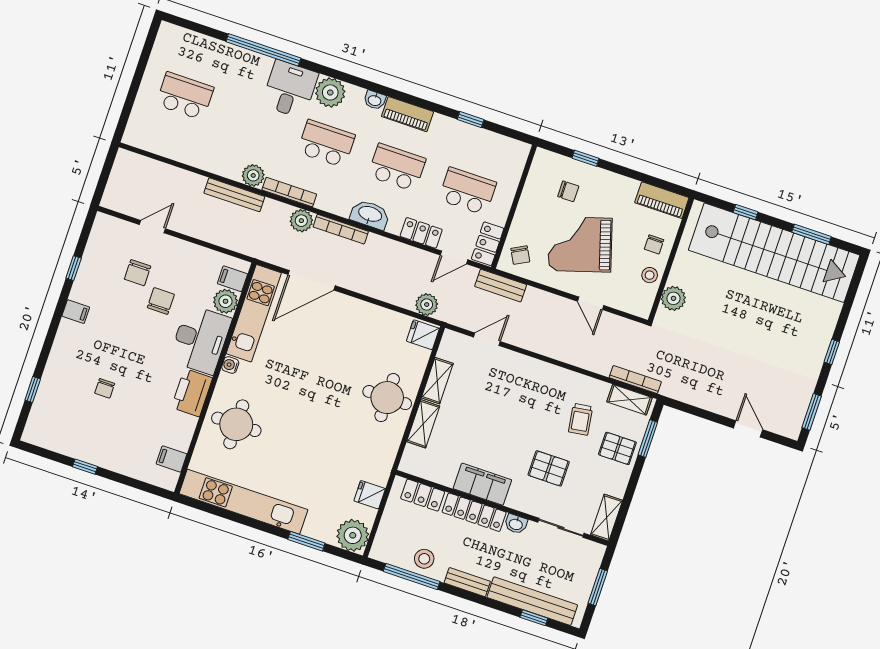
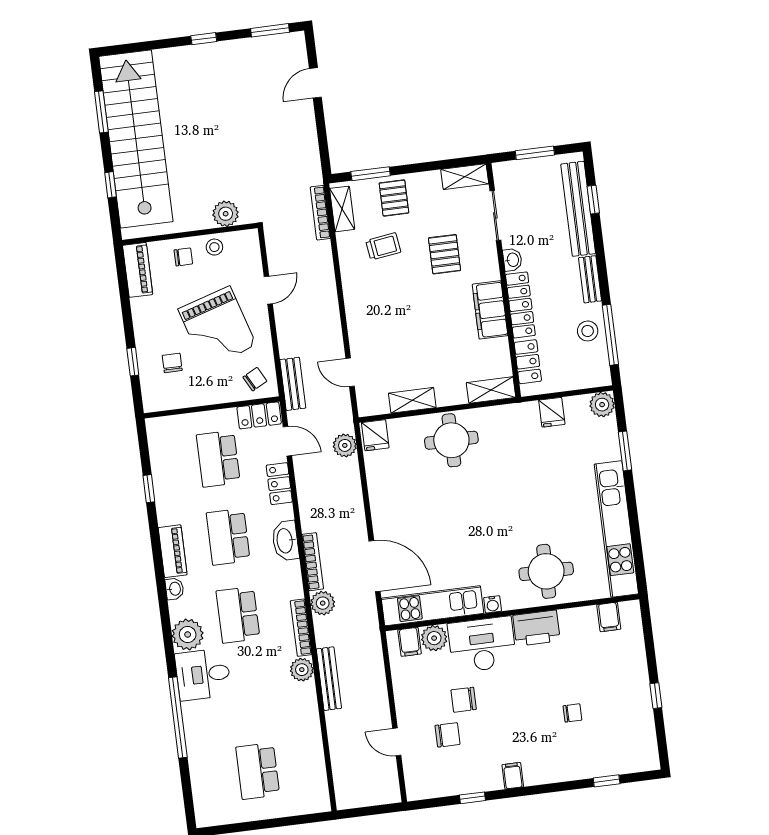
shelving: (423, 424) -> (491, 390), moved
plant: (353, 535) -> (602, 405), width x0.73, depth x0.73

